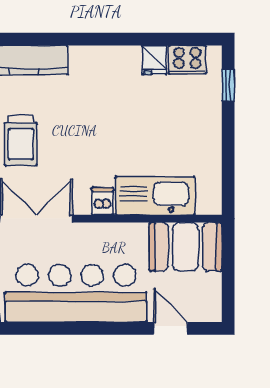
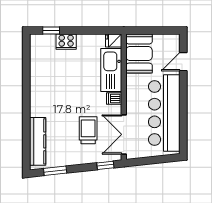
fridge: (154, 60) -> (114, 41), moved, turned 180
cooker: (187, 60) -> (66, 42), moved, turned 90
trolley: (21, 141) -> (88, 130), moved, turned -90

